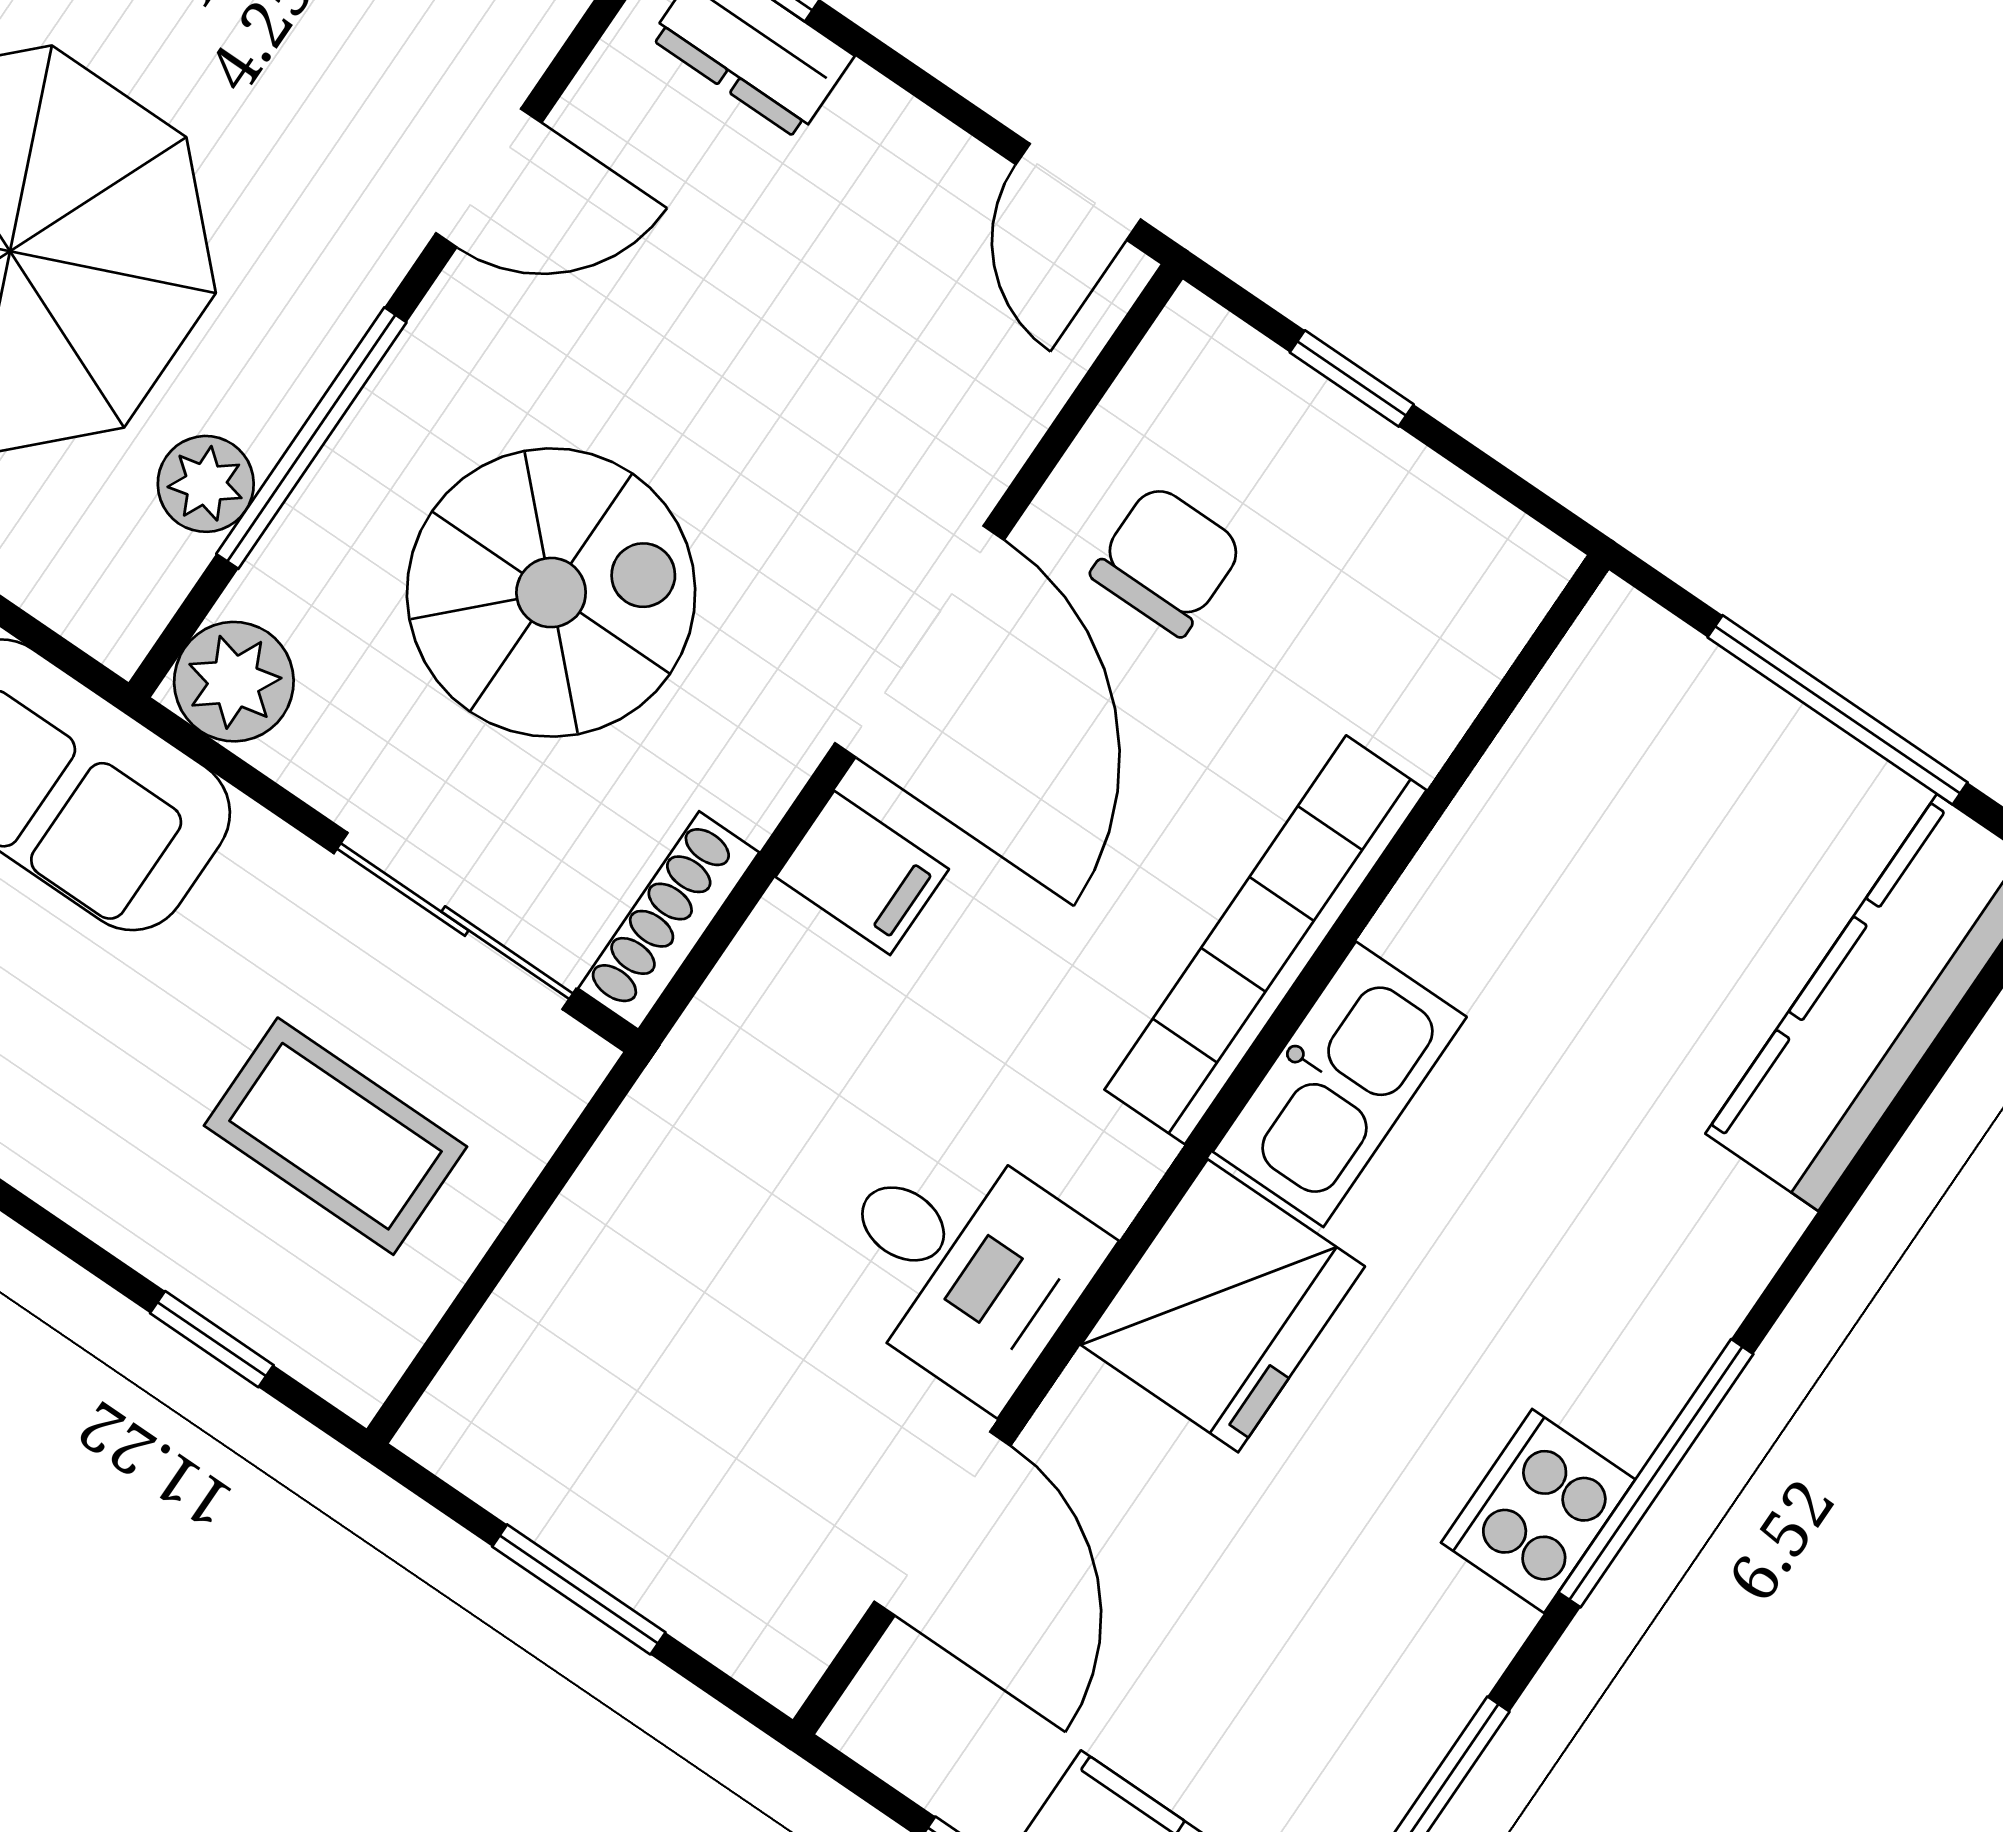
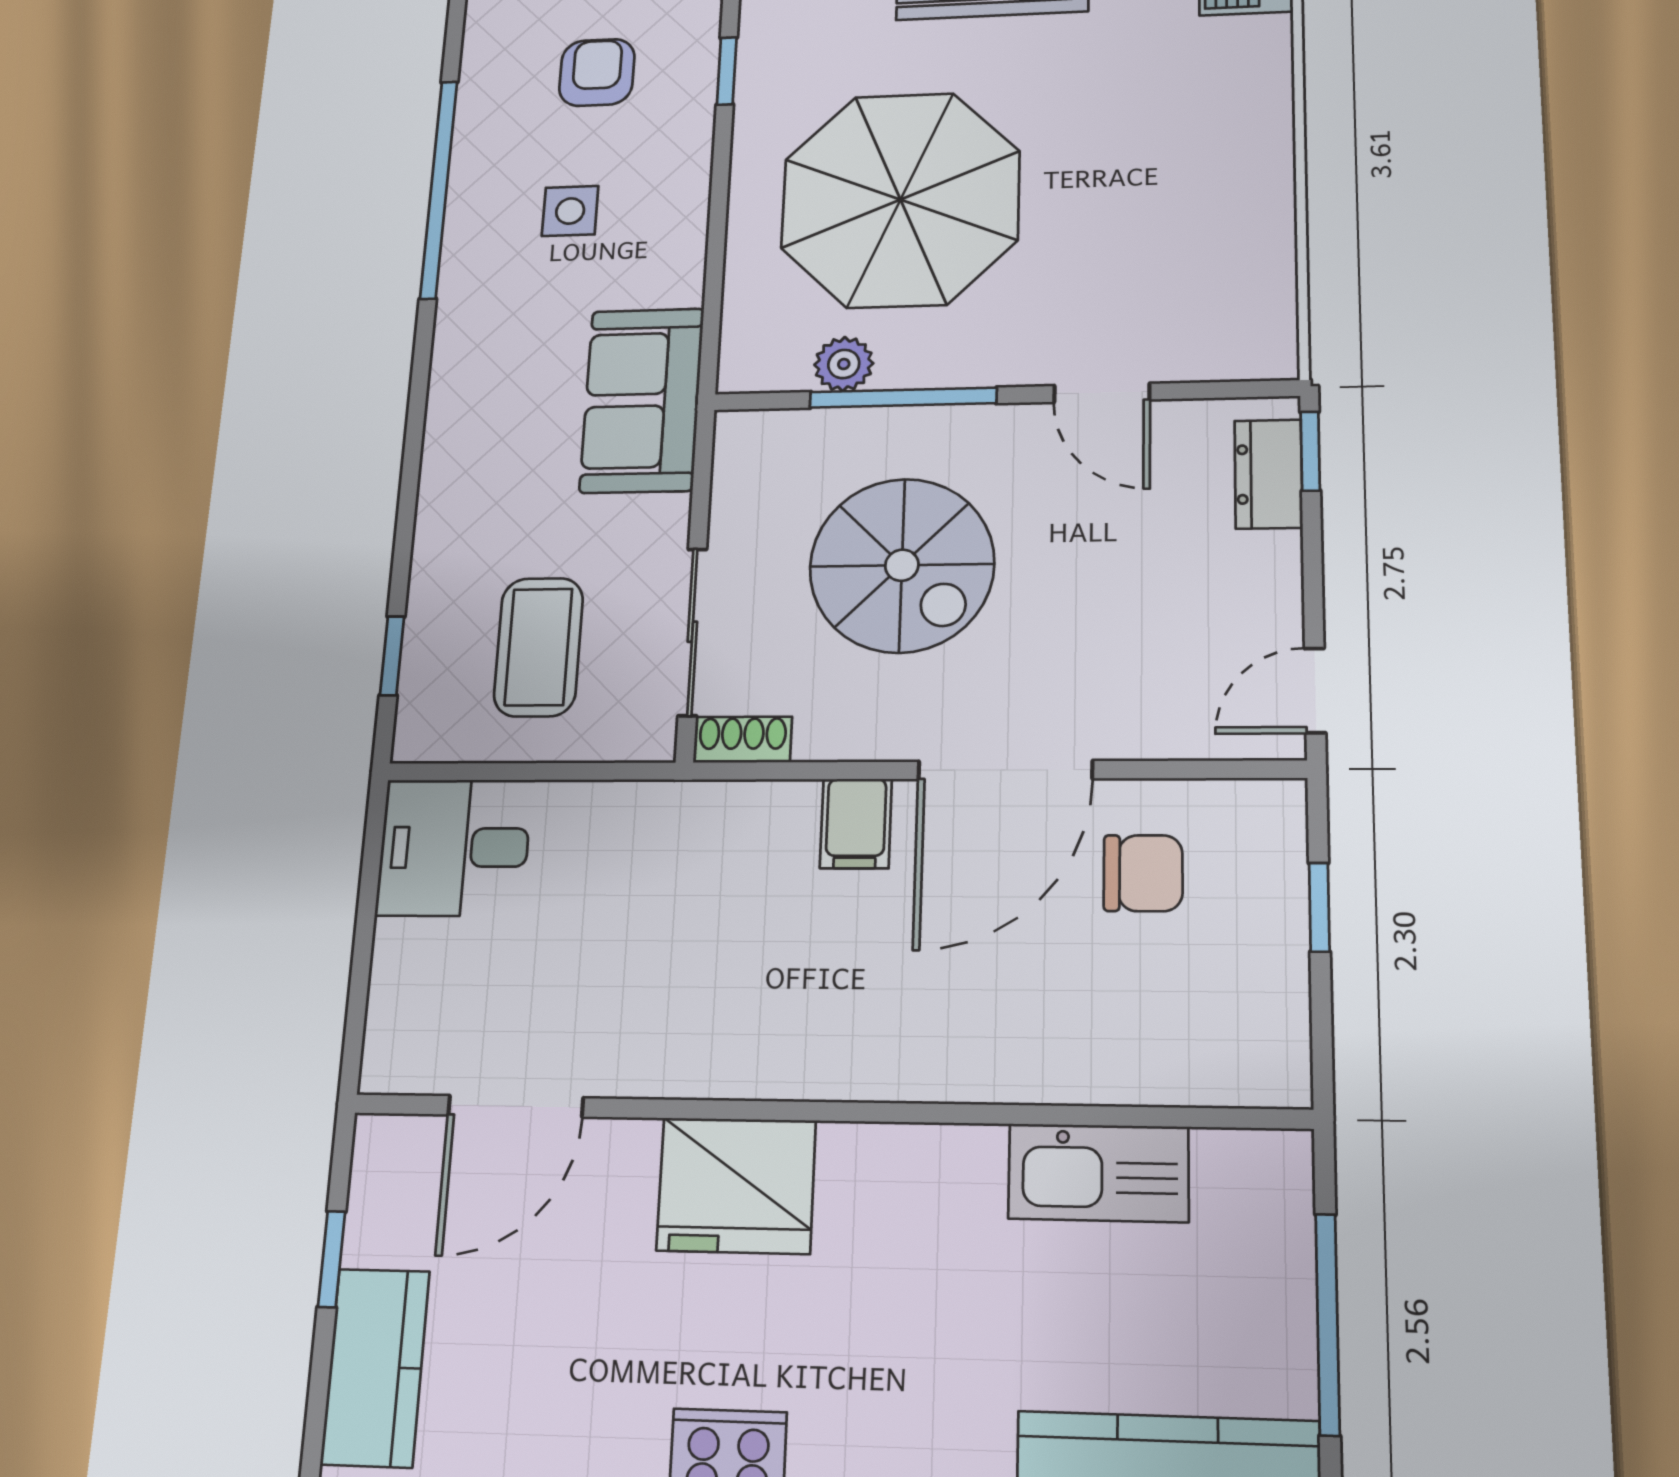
plant: (234, 682) -> (749, 443), removed
shoe rack: (669, 920) -> (743, 740), width x0.70
bookcase: (1266, 940) -> (964, 1071), removed
kitchen sink: (1340, 1084) -> (1098, 1173), moved
desk: (963, 1264) -> (454, 847), moved, turned 90
window: (579, 1589) -> (364, 931), removed

